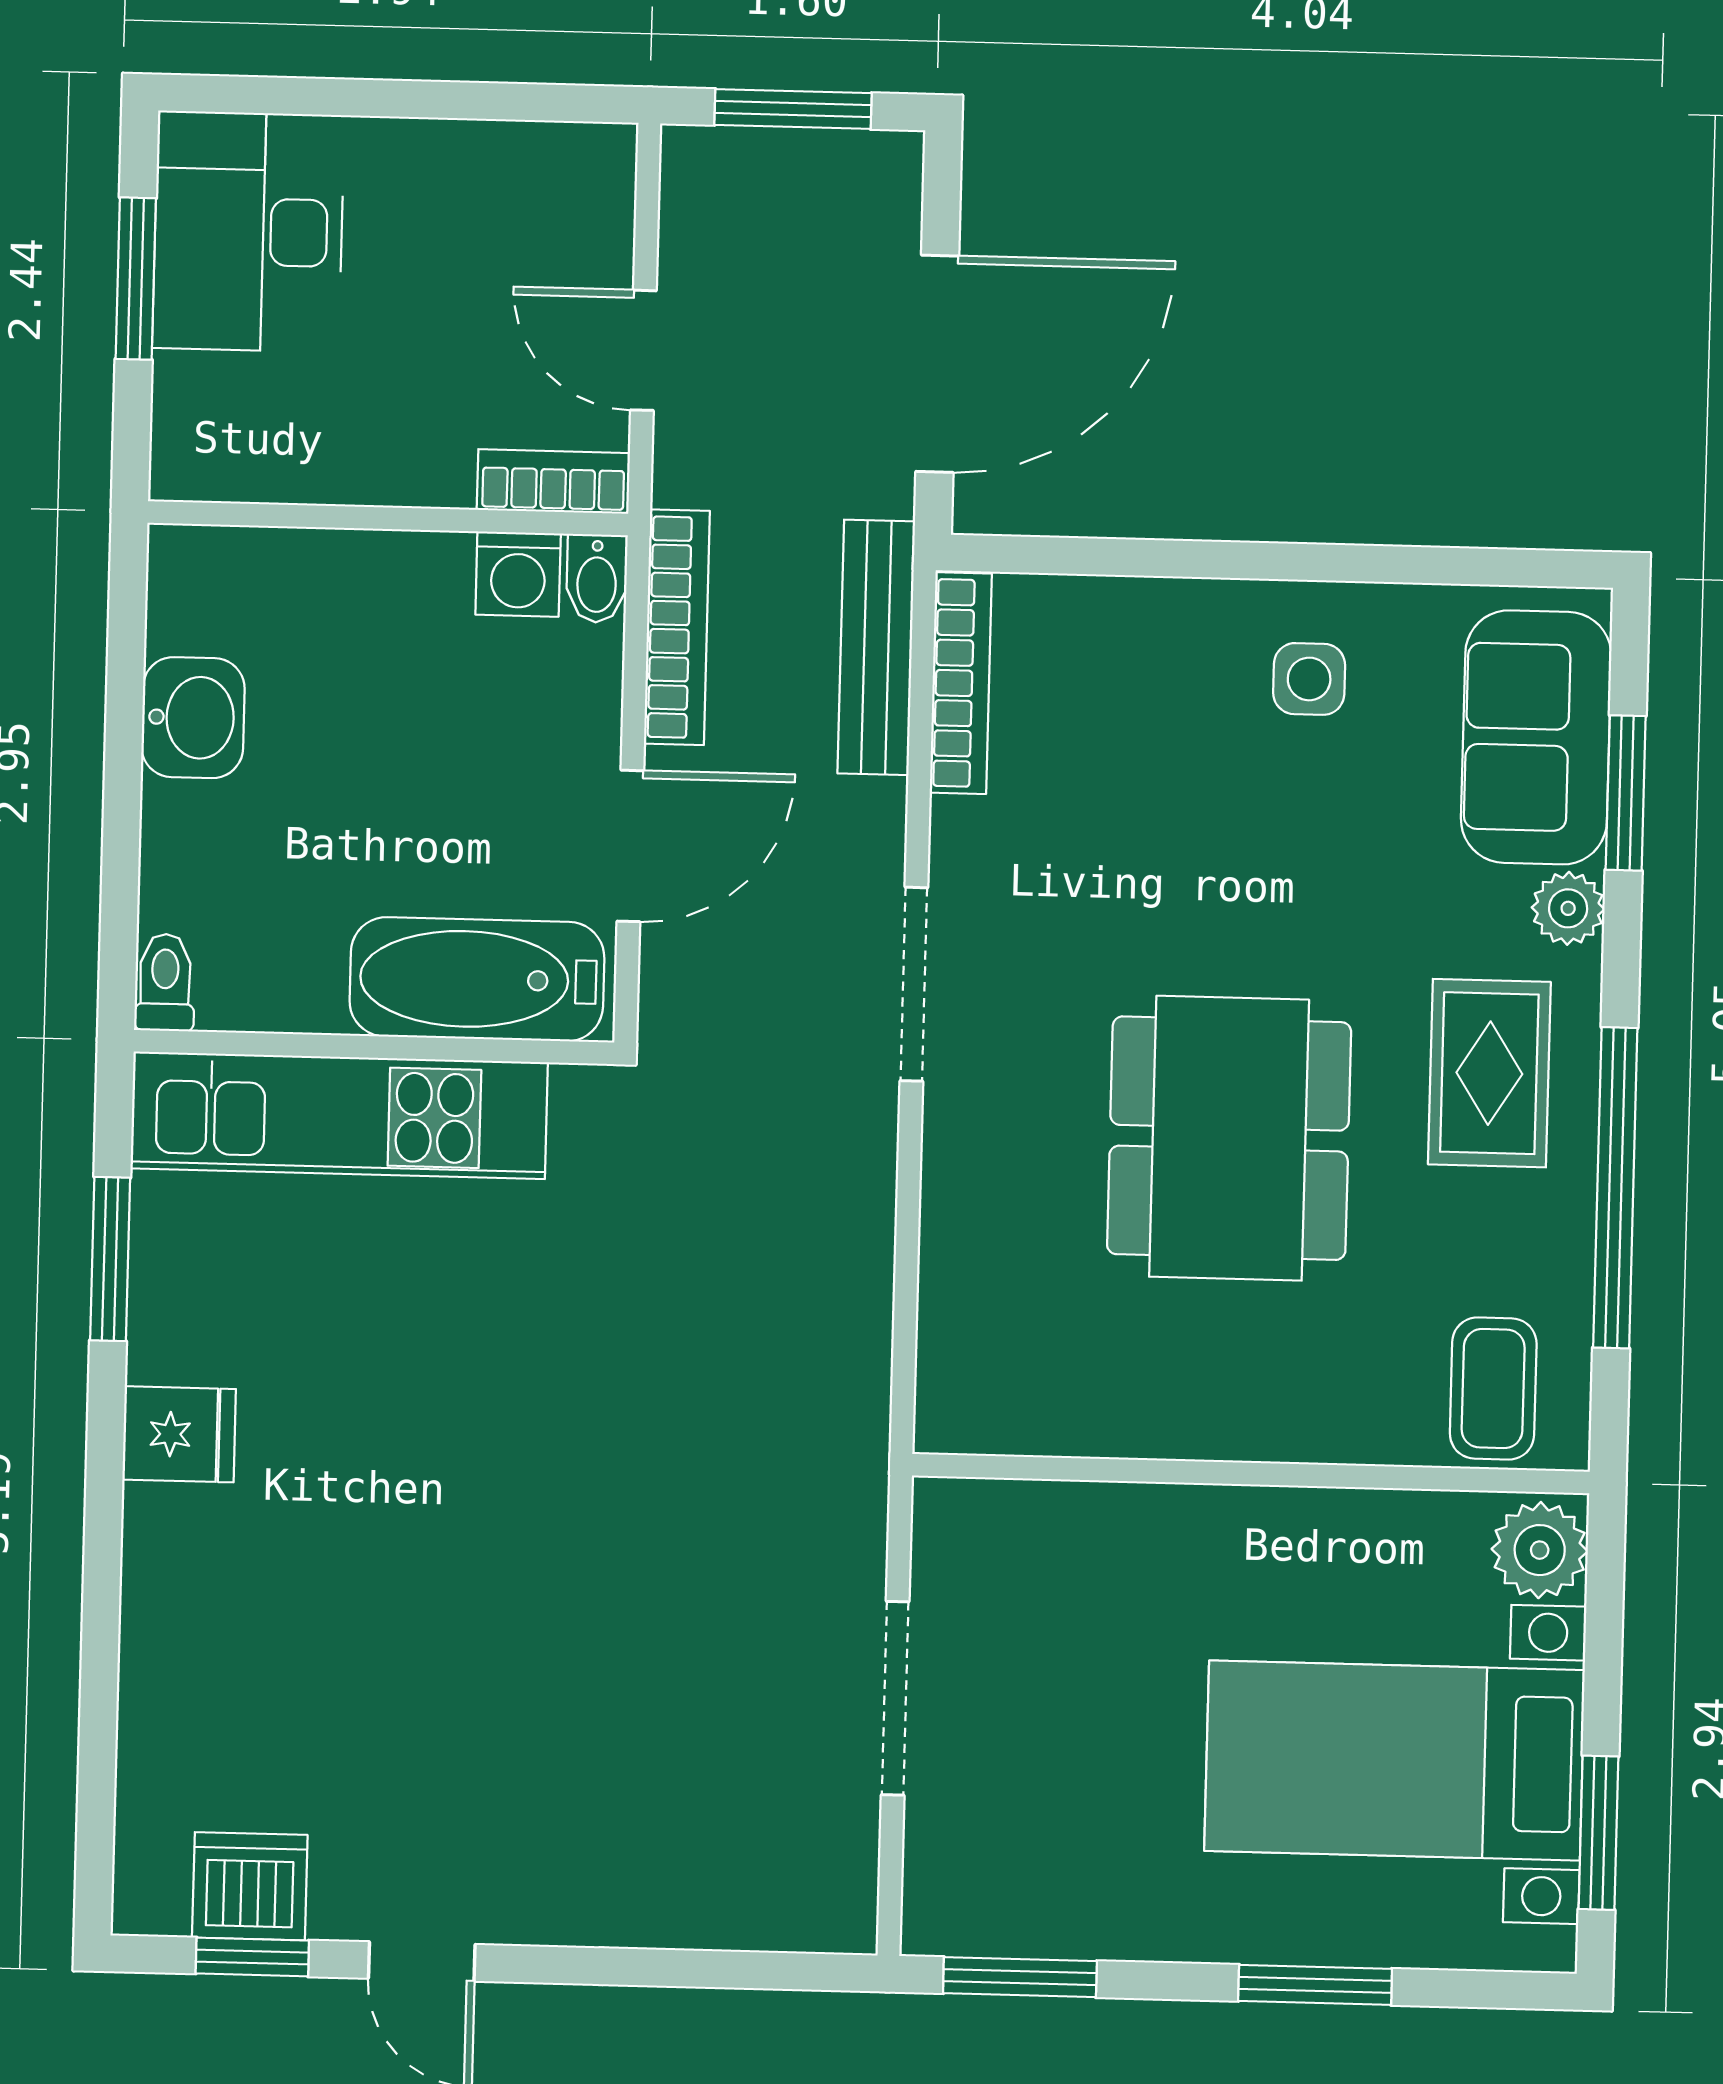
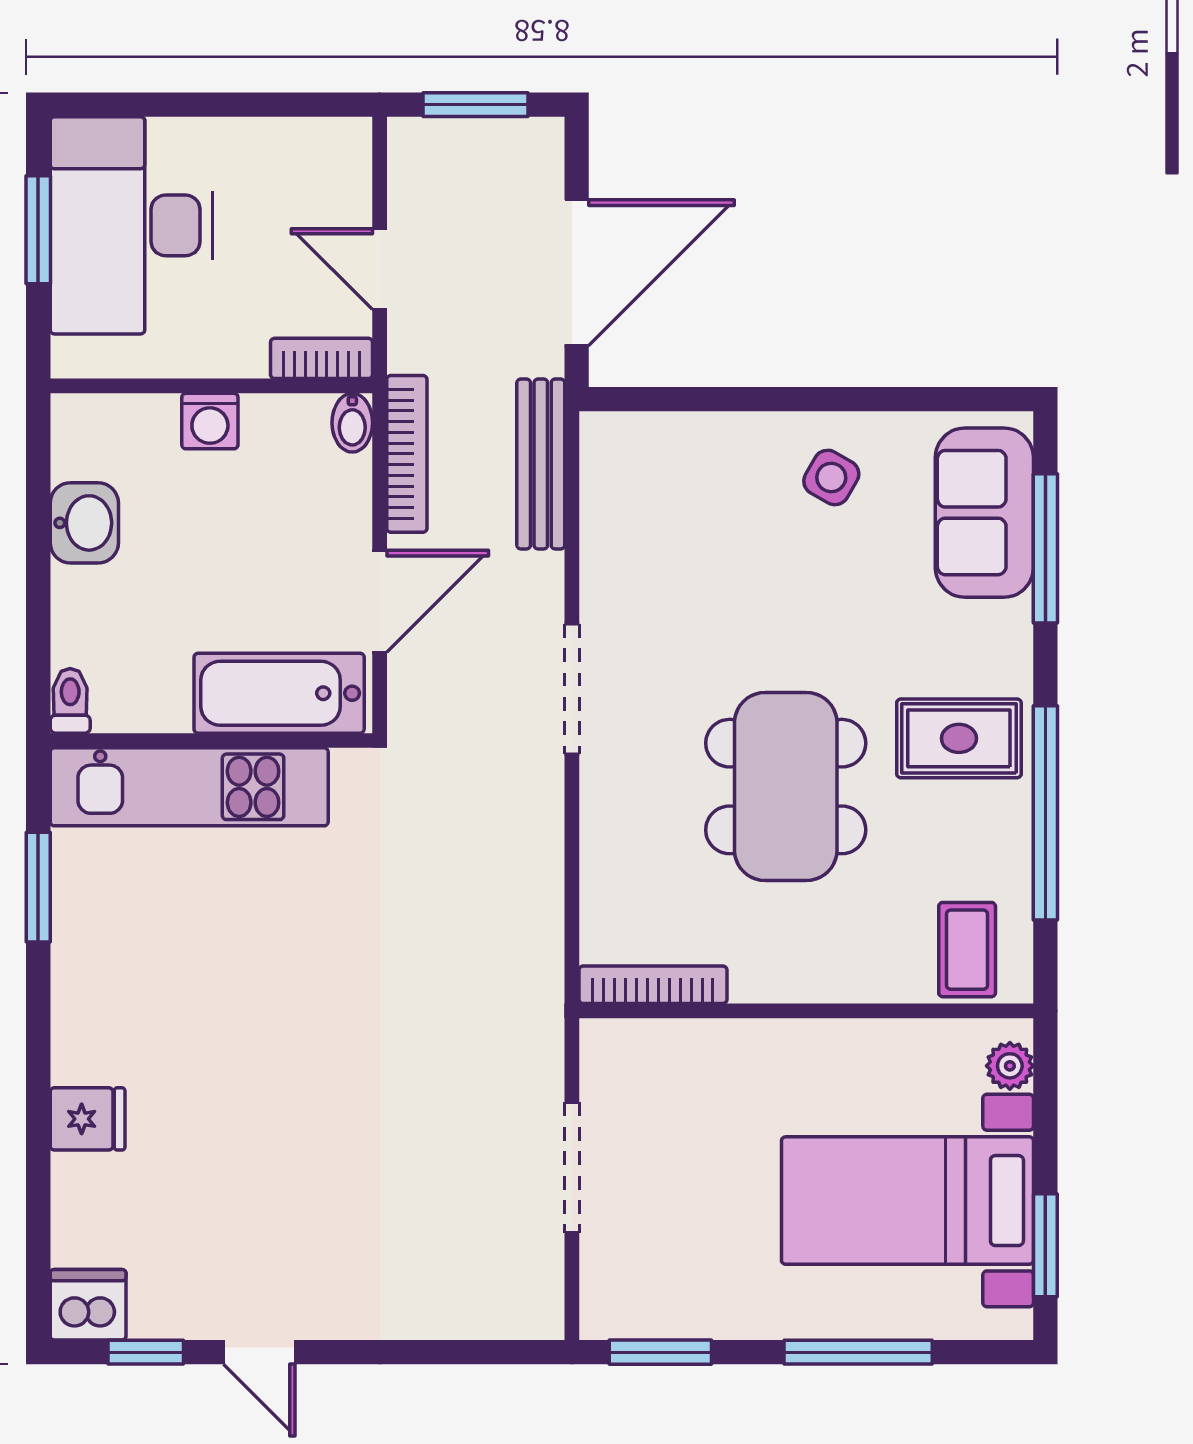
desk: (248, 232) -> (132, 225), width x1.36, depth x1.30
washing machine: (518, 574) -> (210, 421), moved
side table: (1309, 679) -> (831, 477), turned 30
bookcase: (961, 683) -> (653, 985), moved, turned -90
window: (1626, 793) -> (1045, 548), width x1.44
plant: (1568, 908) -> (1009, 627), removed
rug: (1489, 1073) -> (959, 738), turned 90
fridge: (179, 1434) -> (88, 1119), moved
plant: (1540, 1550) -> (1010, 1066), width x0.73, depth x0.73
dishwasher: (250, 1886) -> (88, 1305), moved
window: (1315, 1985) -> (858, 1352), width x1.44

